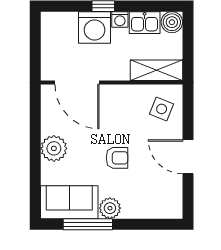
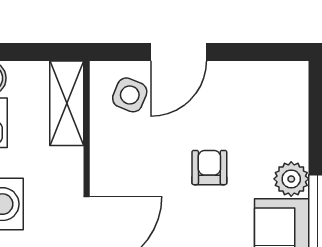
door: (188, 157) -> (179, 52), moved

